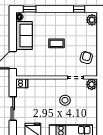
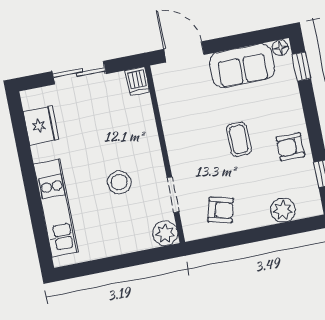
plant: (92, 20) -> (283, 210), moved
armchair: (64, 21) -> (290, 147), added

